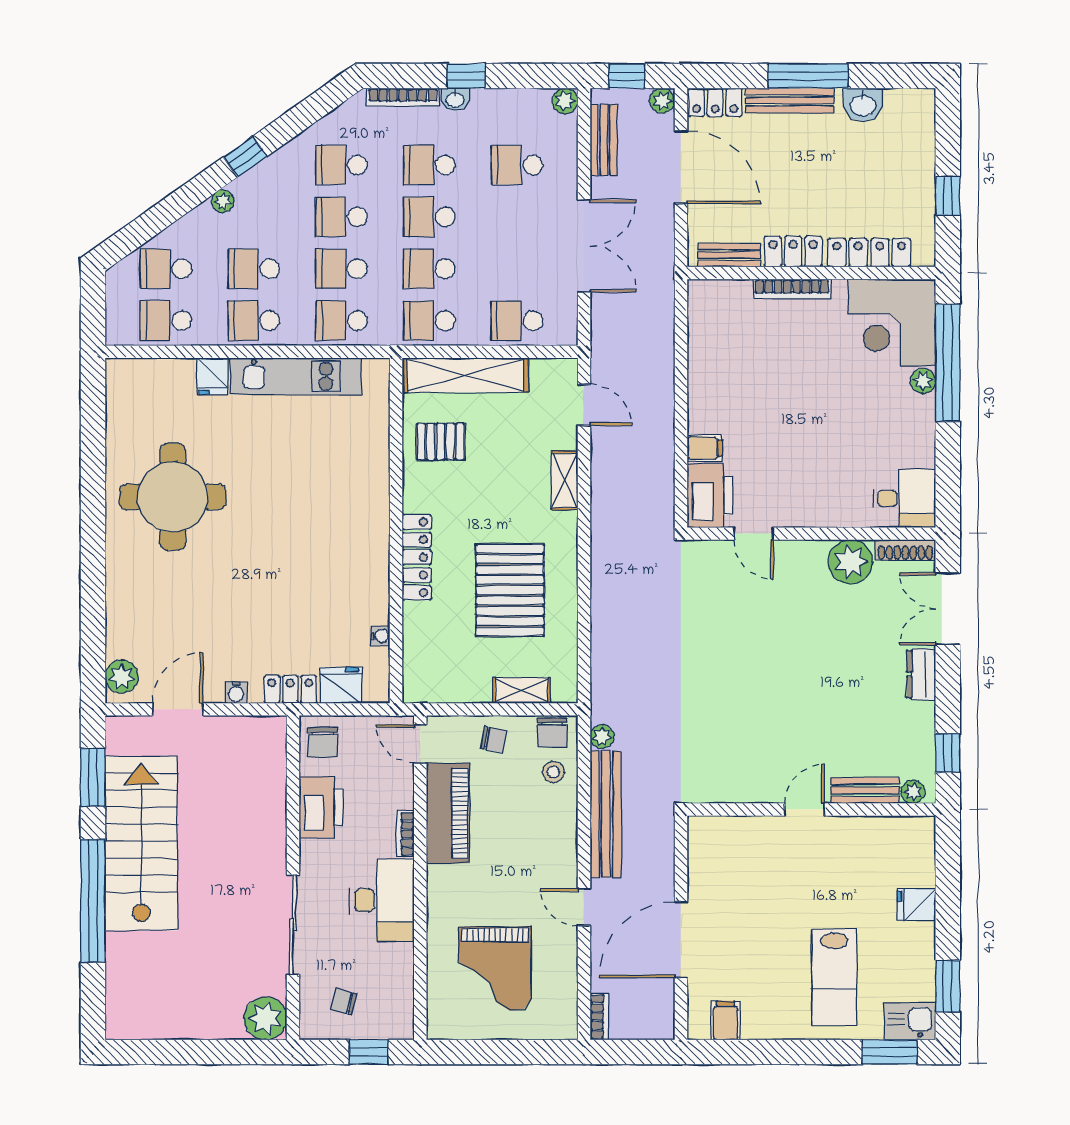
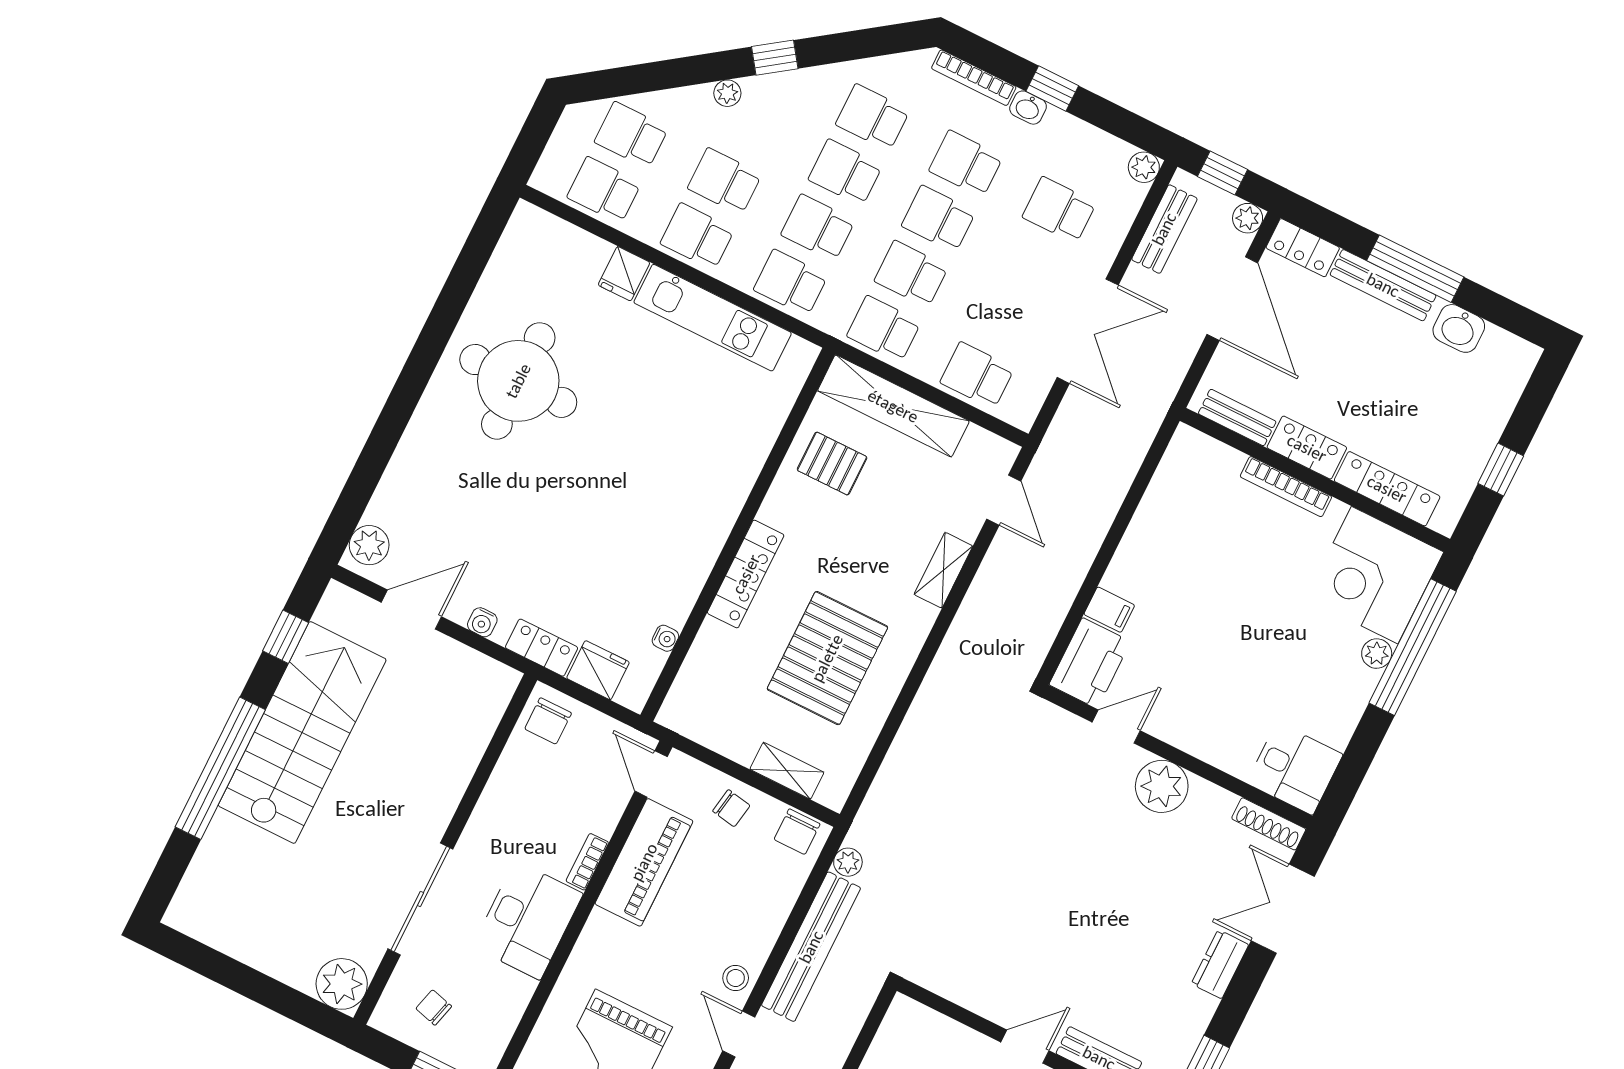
door: (754, 534) -> (1116, 726), swing flipped
plant: (851, 562) -> (1162, 786), moved
stool: (553, 772) -> (736, 978), moved
window: (93, 777) -> (286, 637), width x0.67
printer: (321, 807) -> (512, 789), removed

